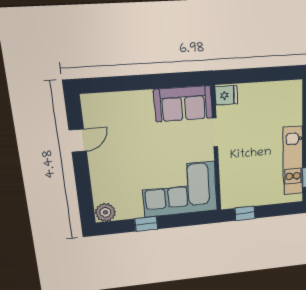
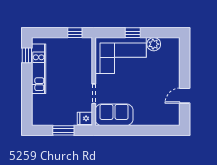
window: (257, 75) -> (63, 130), added
plant: (105, 212) -> (154, 44), moved
window: (146, 224) -> (133, 33), moved

